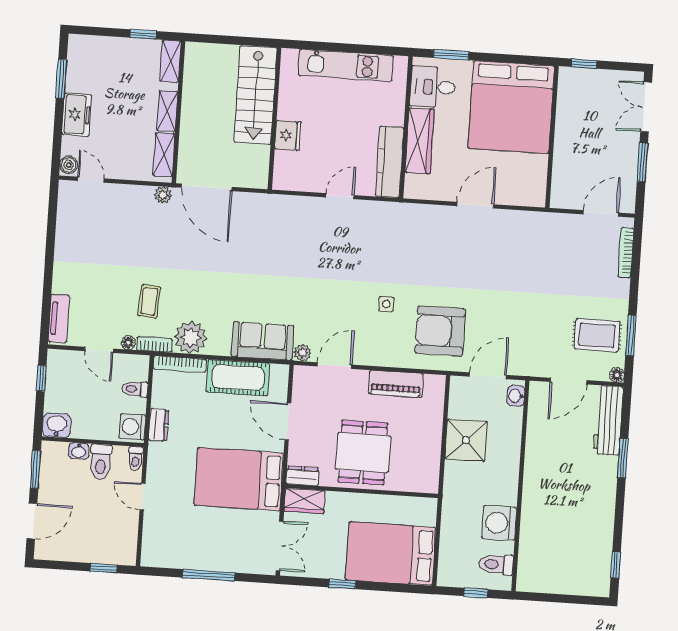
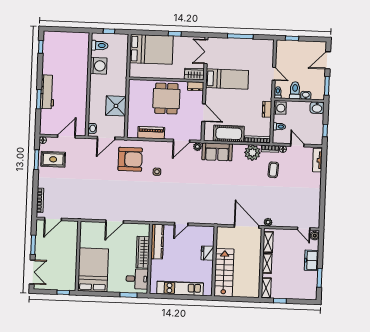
bed: (511, 107) -> (93, 270), width x0.73
workbench: (608, 420) -> (47, 92), moved
bed: (239, 479) -> (227, 79), width x0.67

